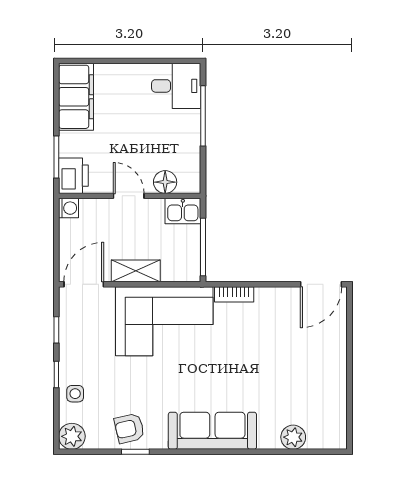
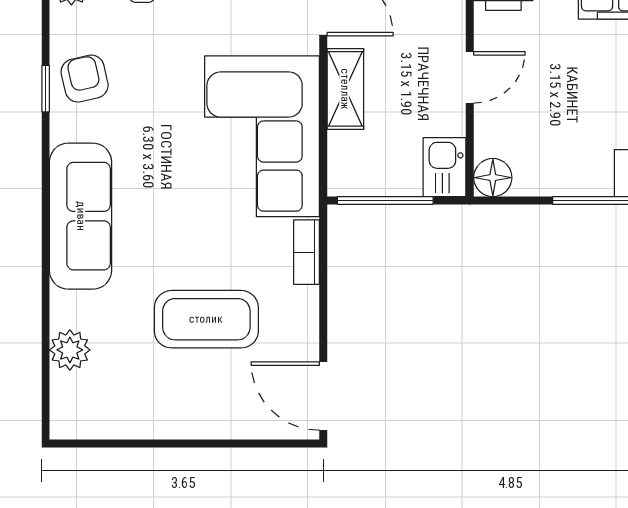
floor lamp: (165, 182) -> (493, 178), moved
coffee table: (275, 355) -> (206, 319), added

